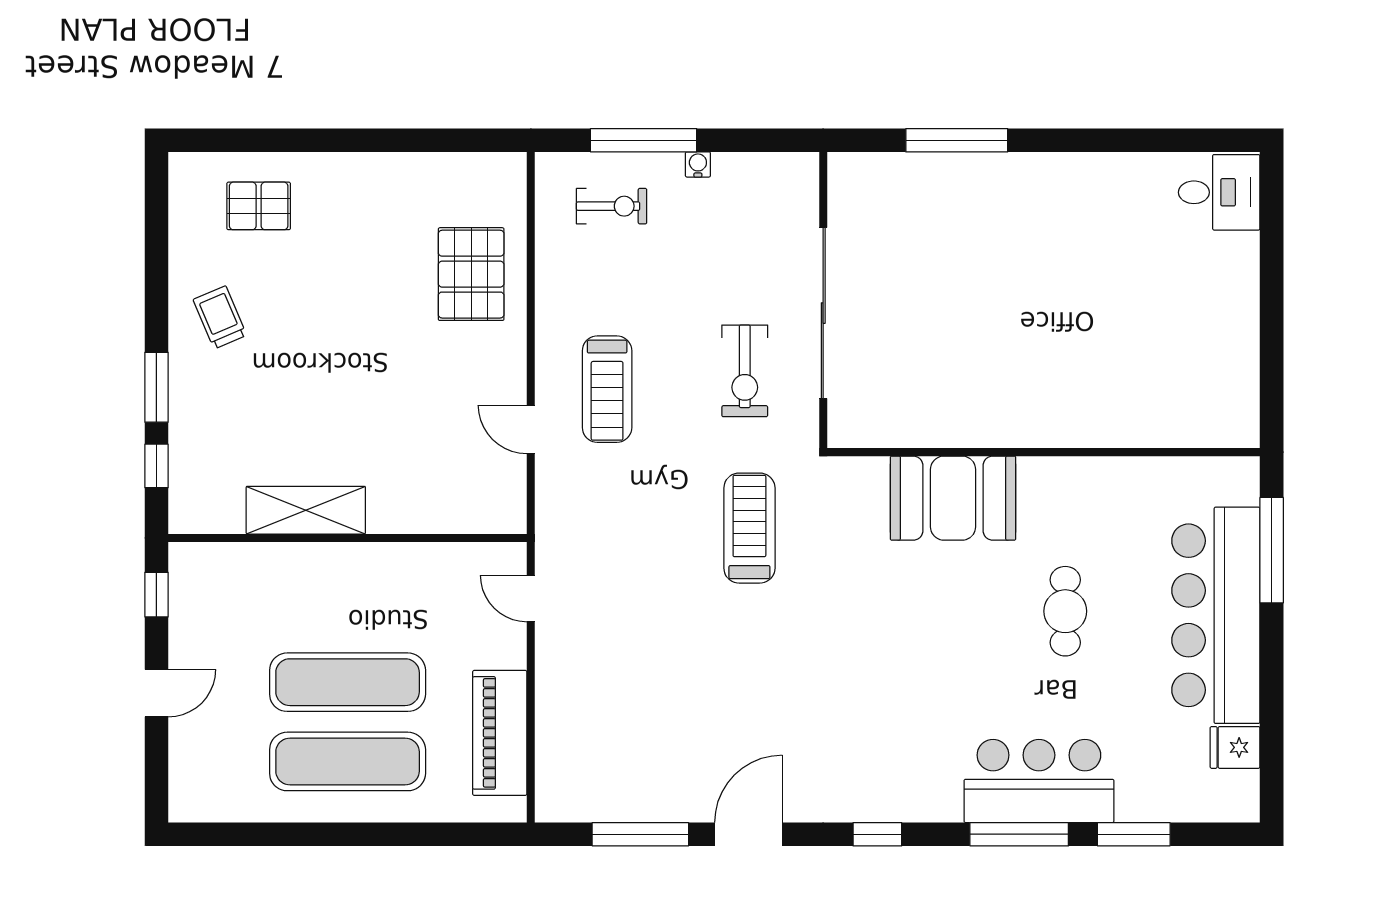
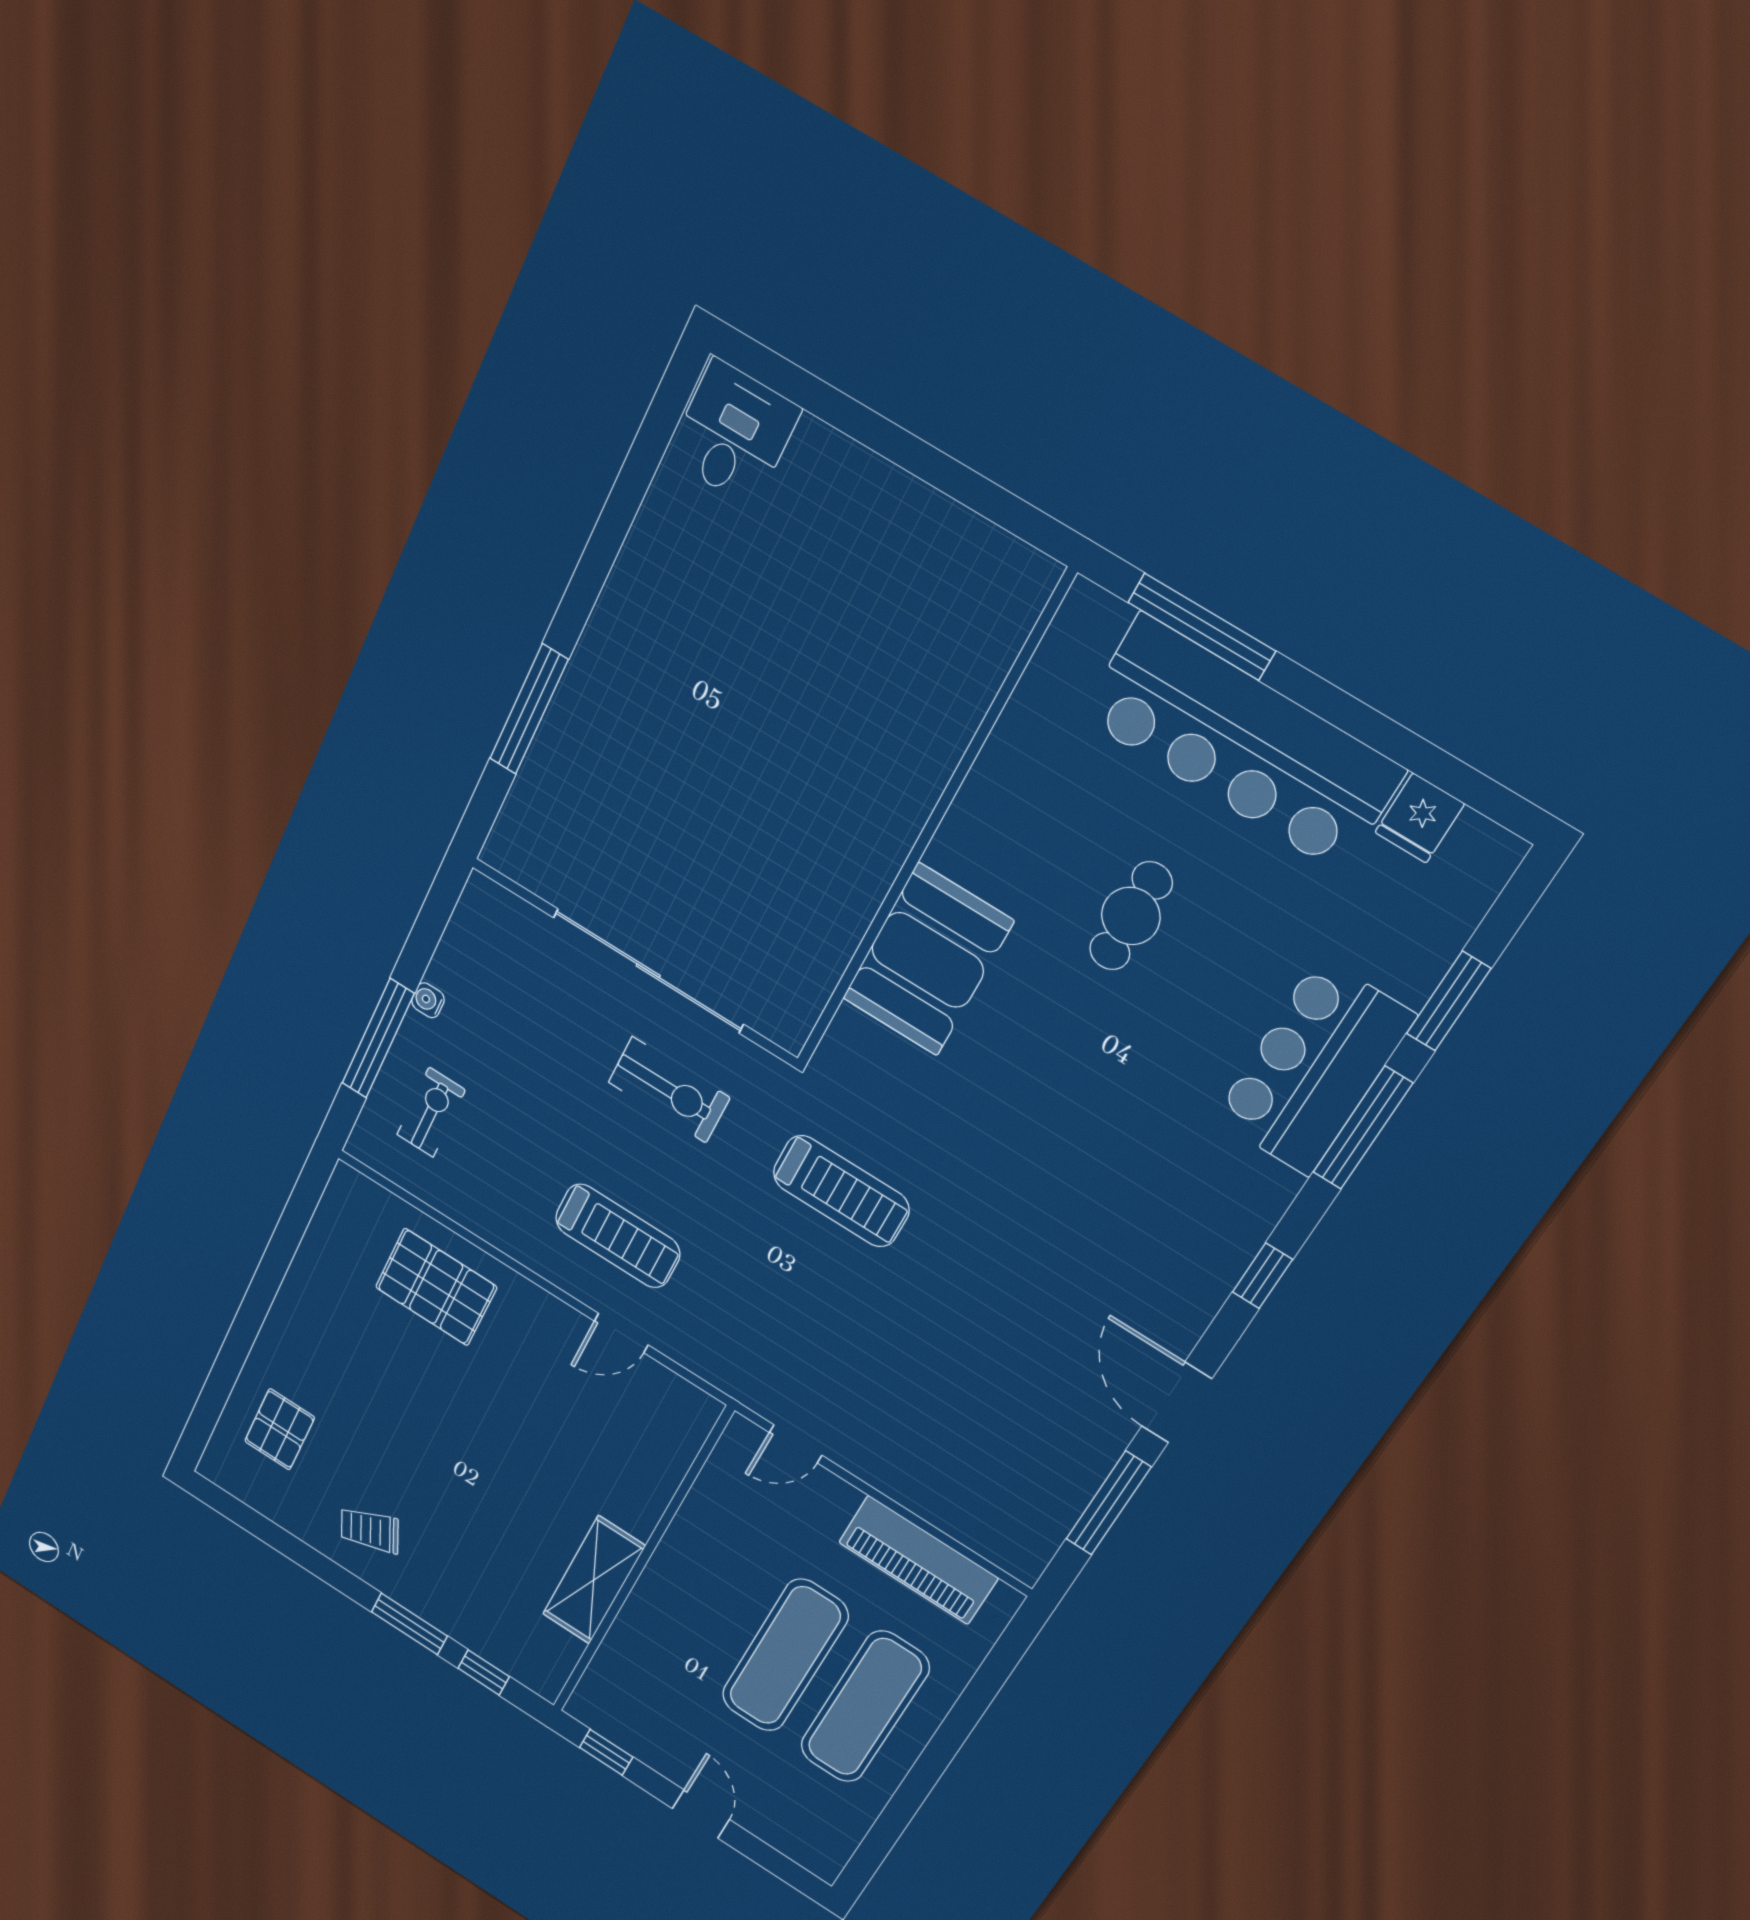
treadmill: (749, 528) -> (841, 1191), turned 180
cafe table: (1065, 611) -> (1131, 916), turned 90

